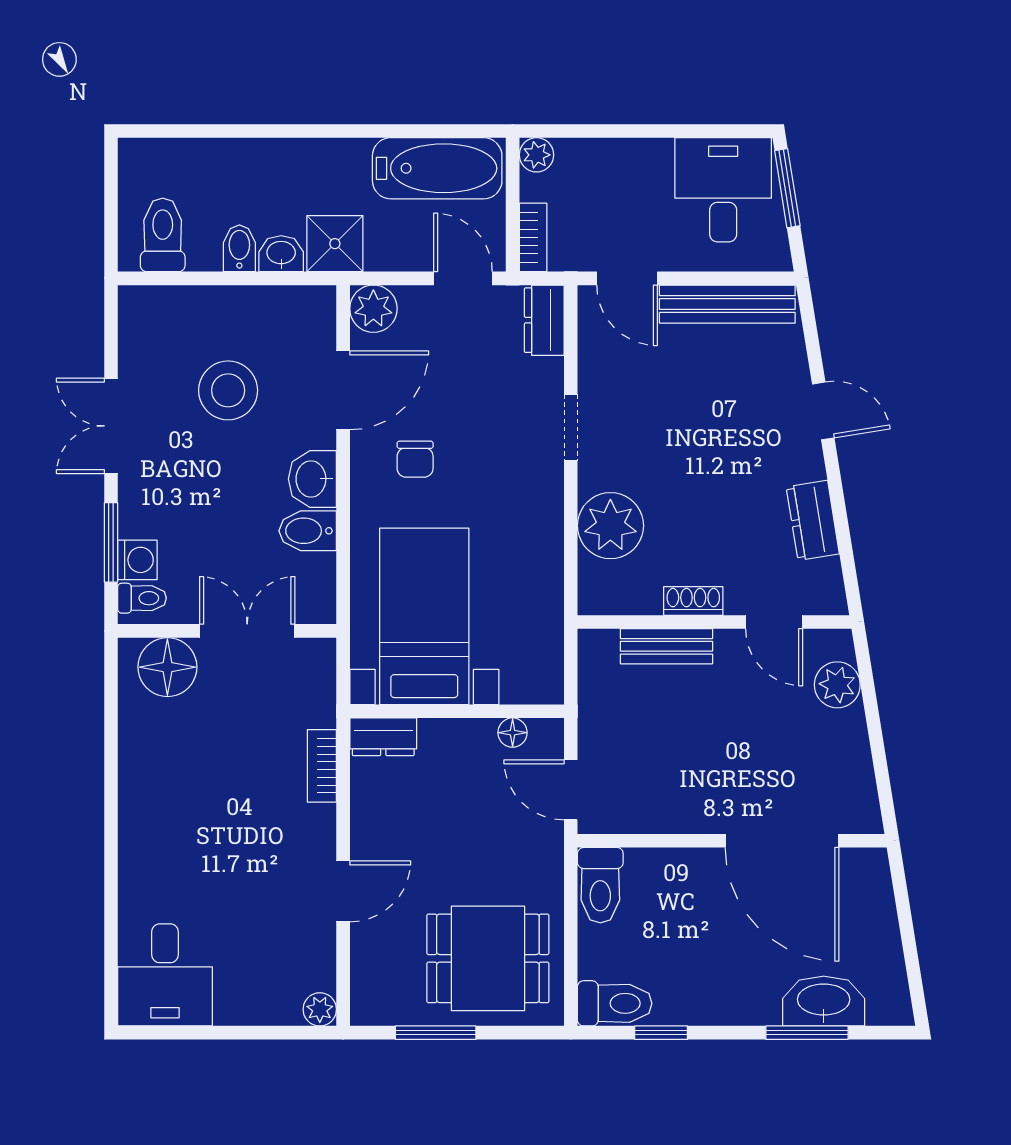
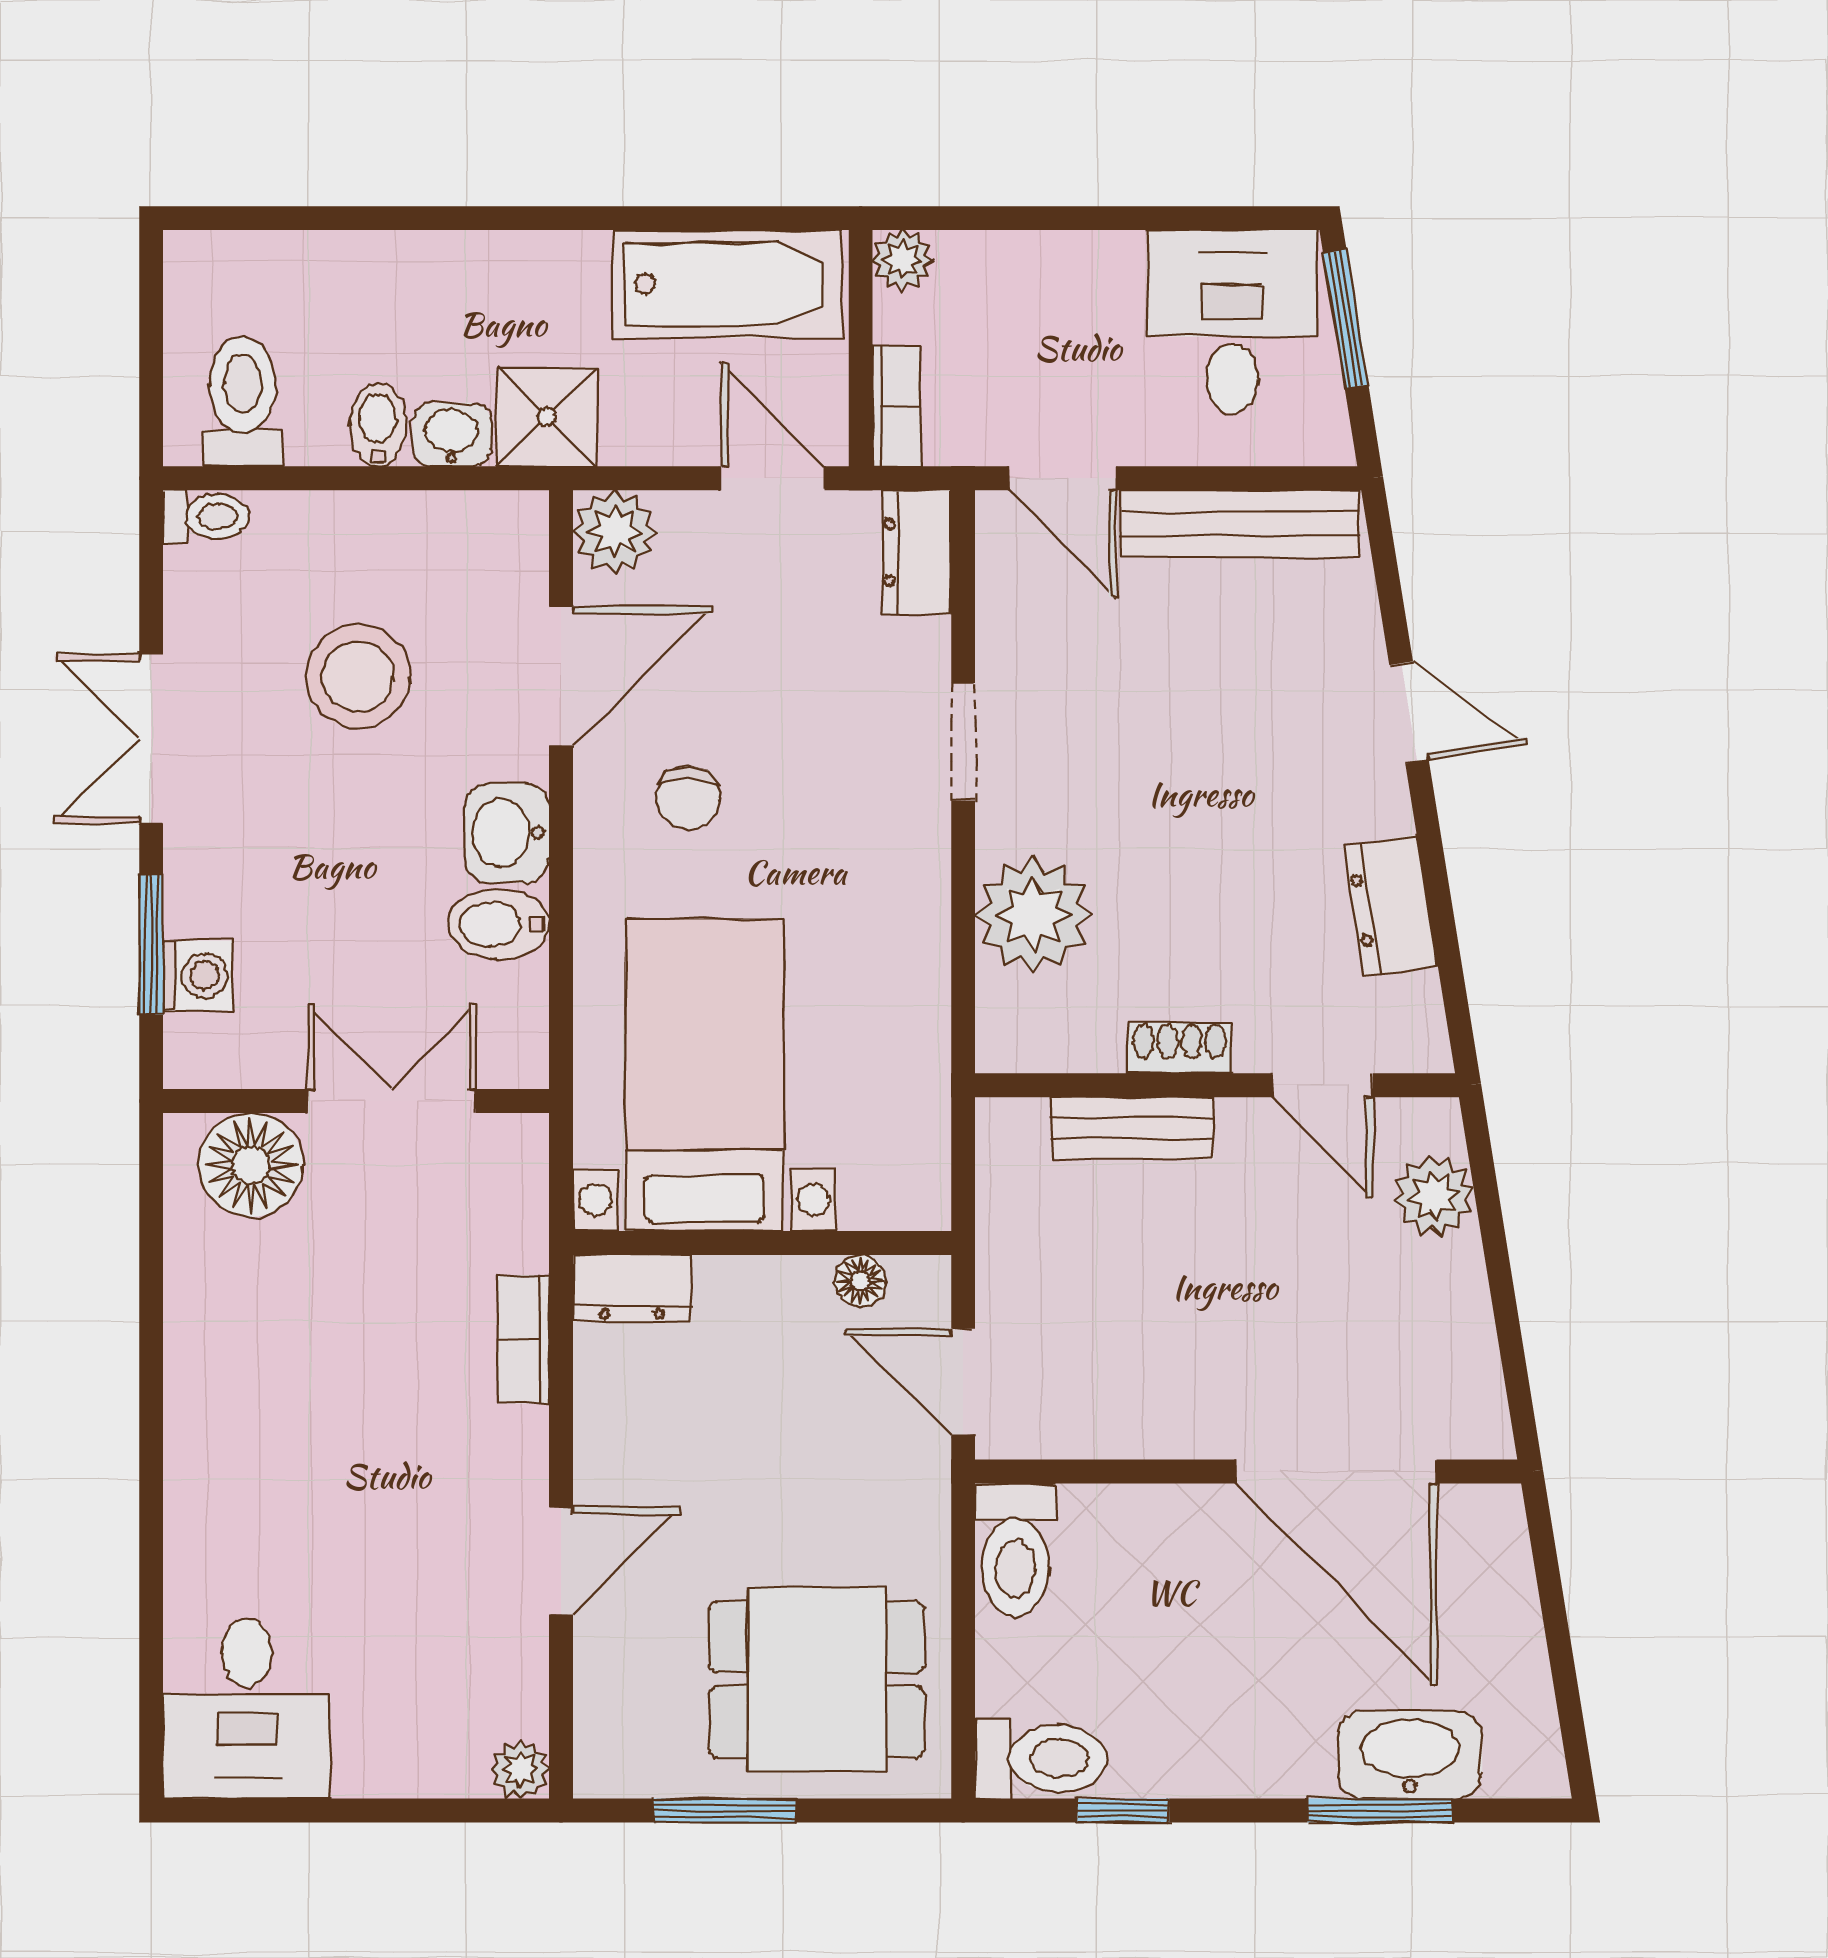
toilet: (142, 598) -> (206, 516), moved

